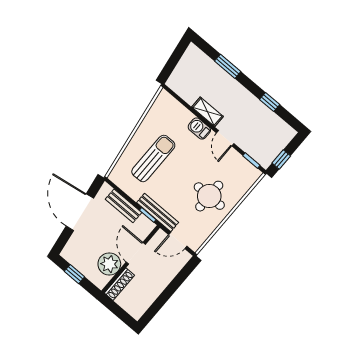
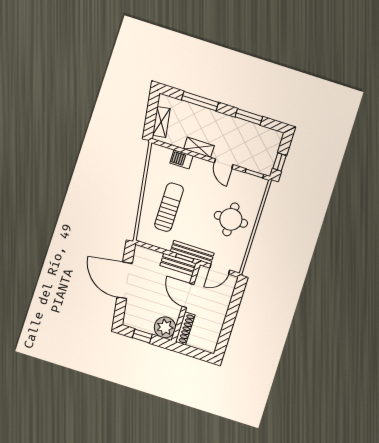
window: (228, 66) -> (200, 101), width x1.44
shelving: (181, 71) -> (161, 122), added
window: (270, 102) -> (249, 117), width x1.50
barbecue: (199, 128) -> (181, 159), moved
bench: (124, 206) -> (178, 265), moved
plant: (109, 264) -> (165, 327), moved

